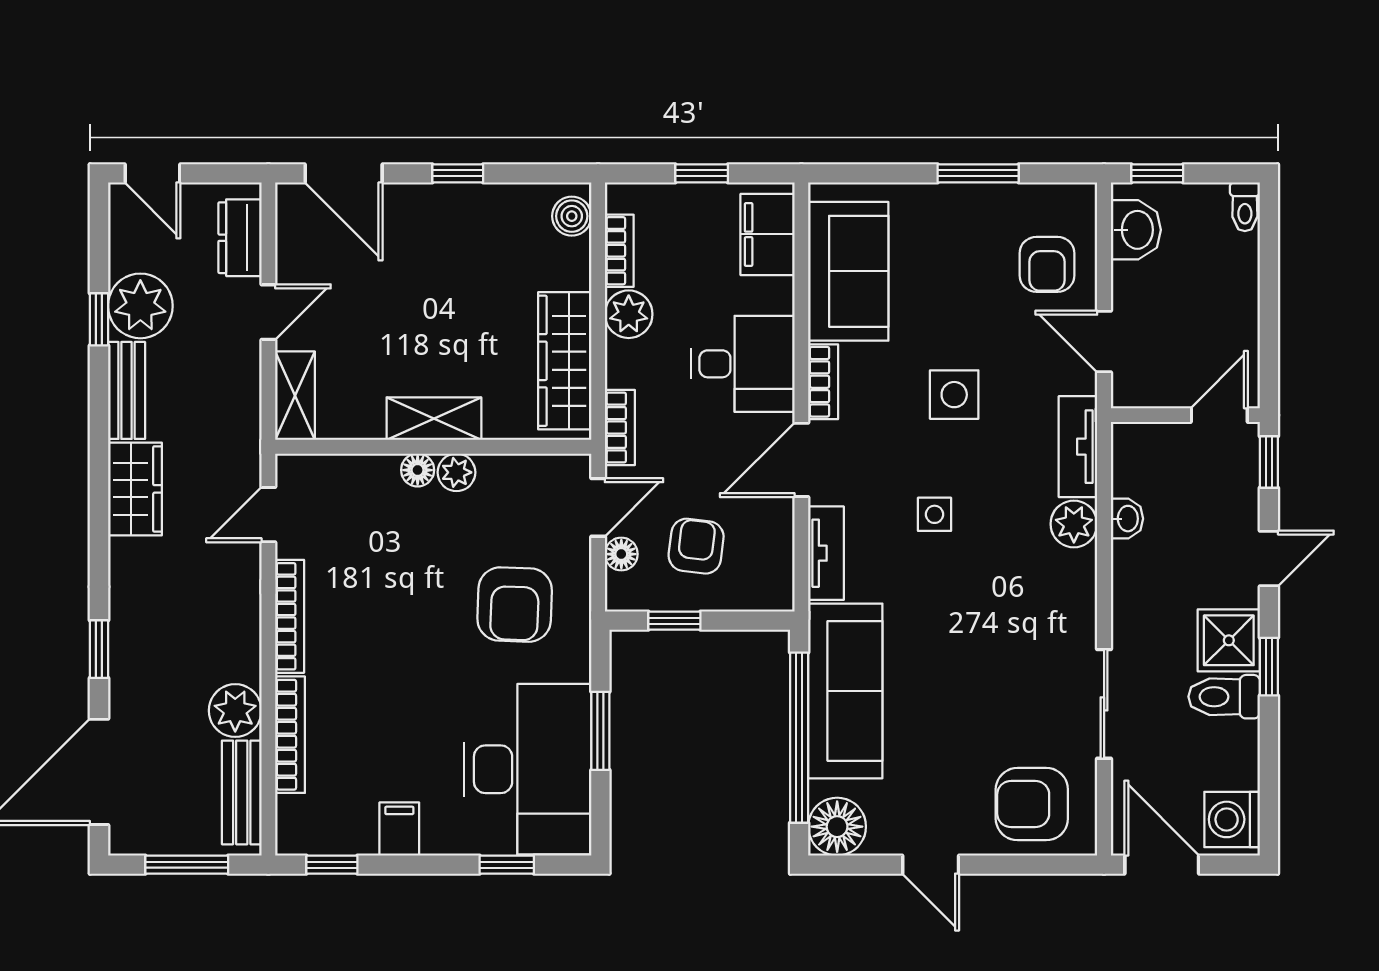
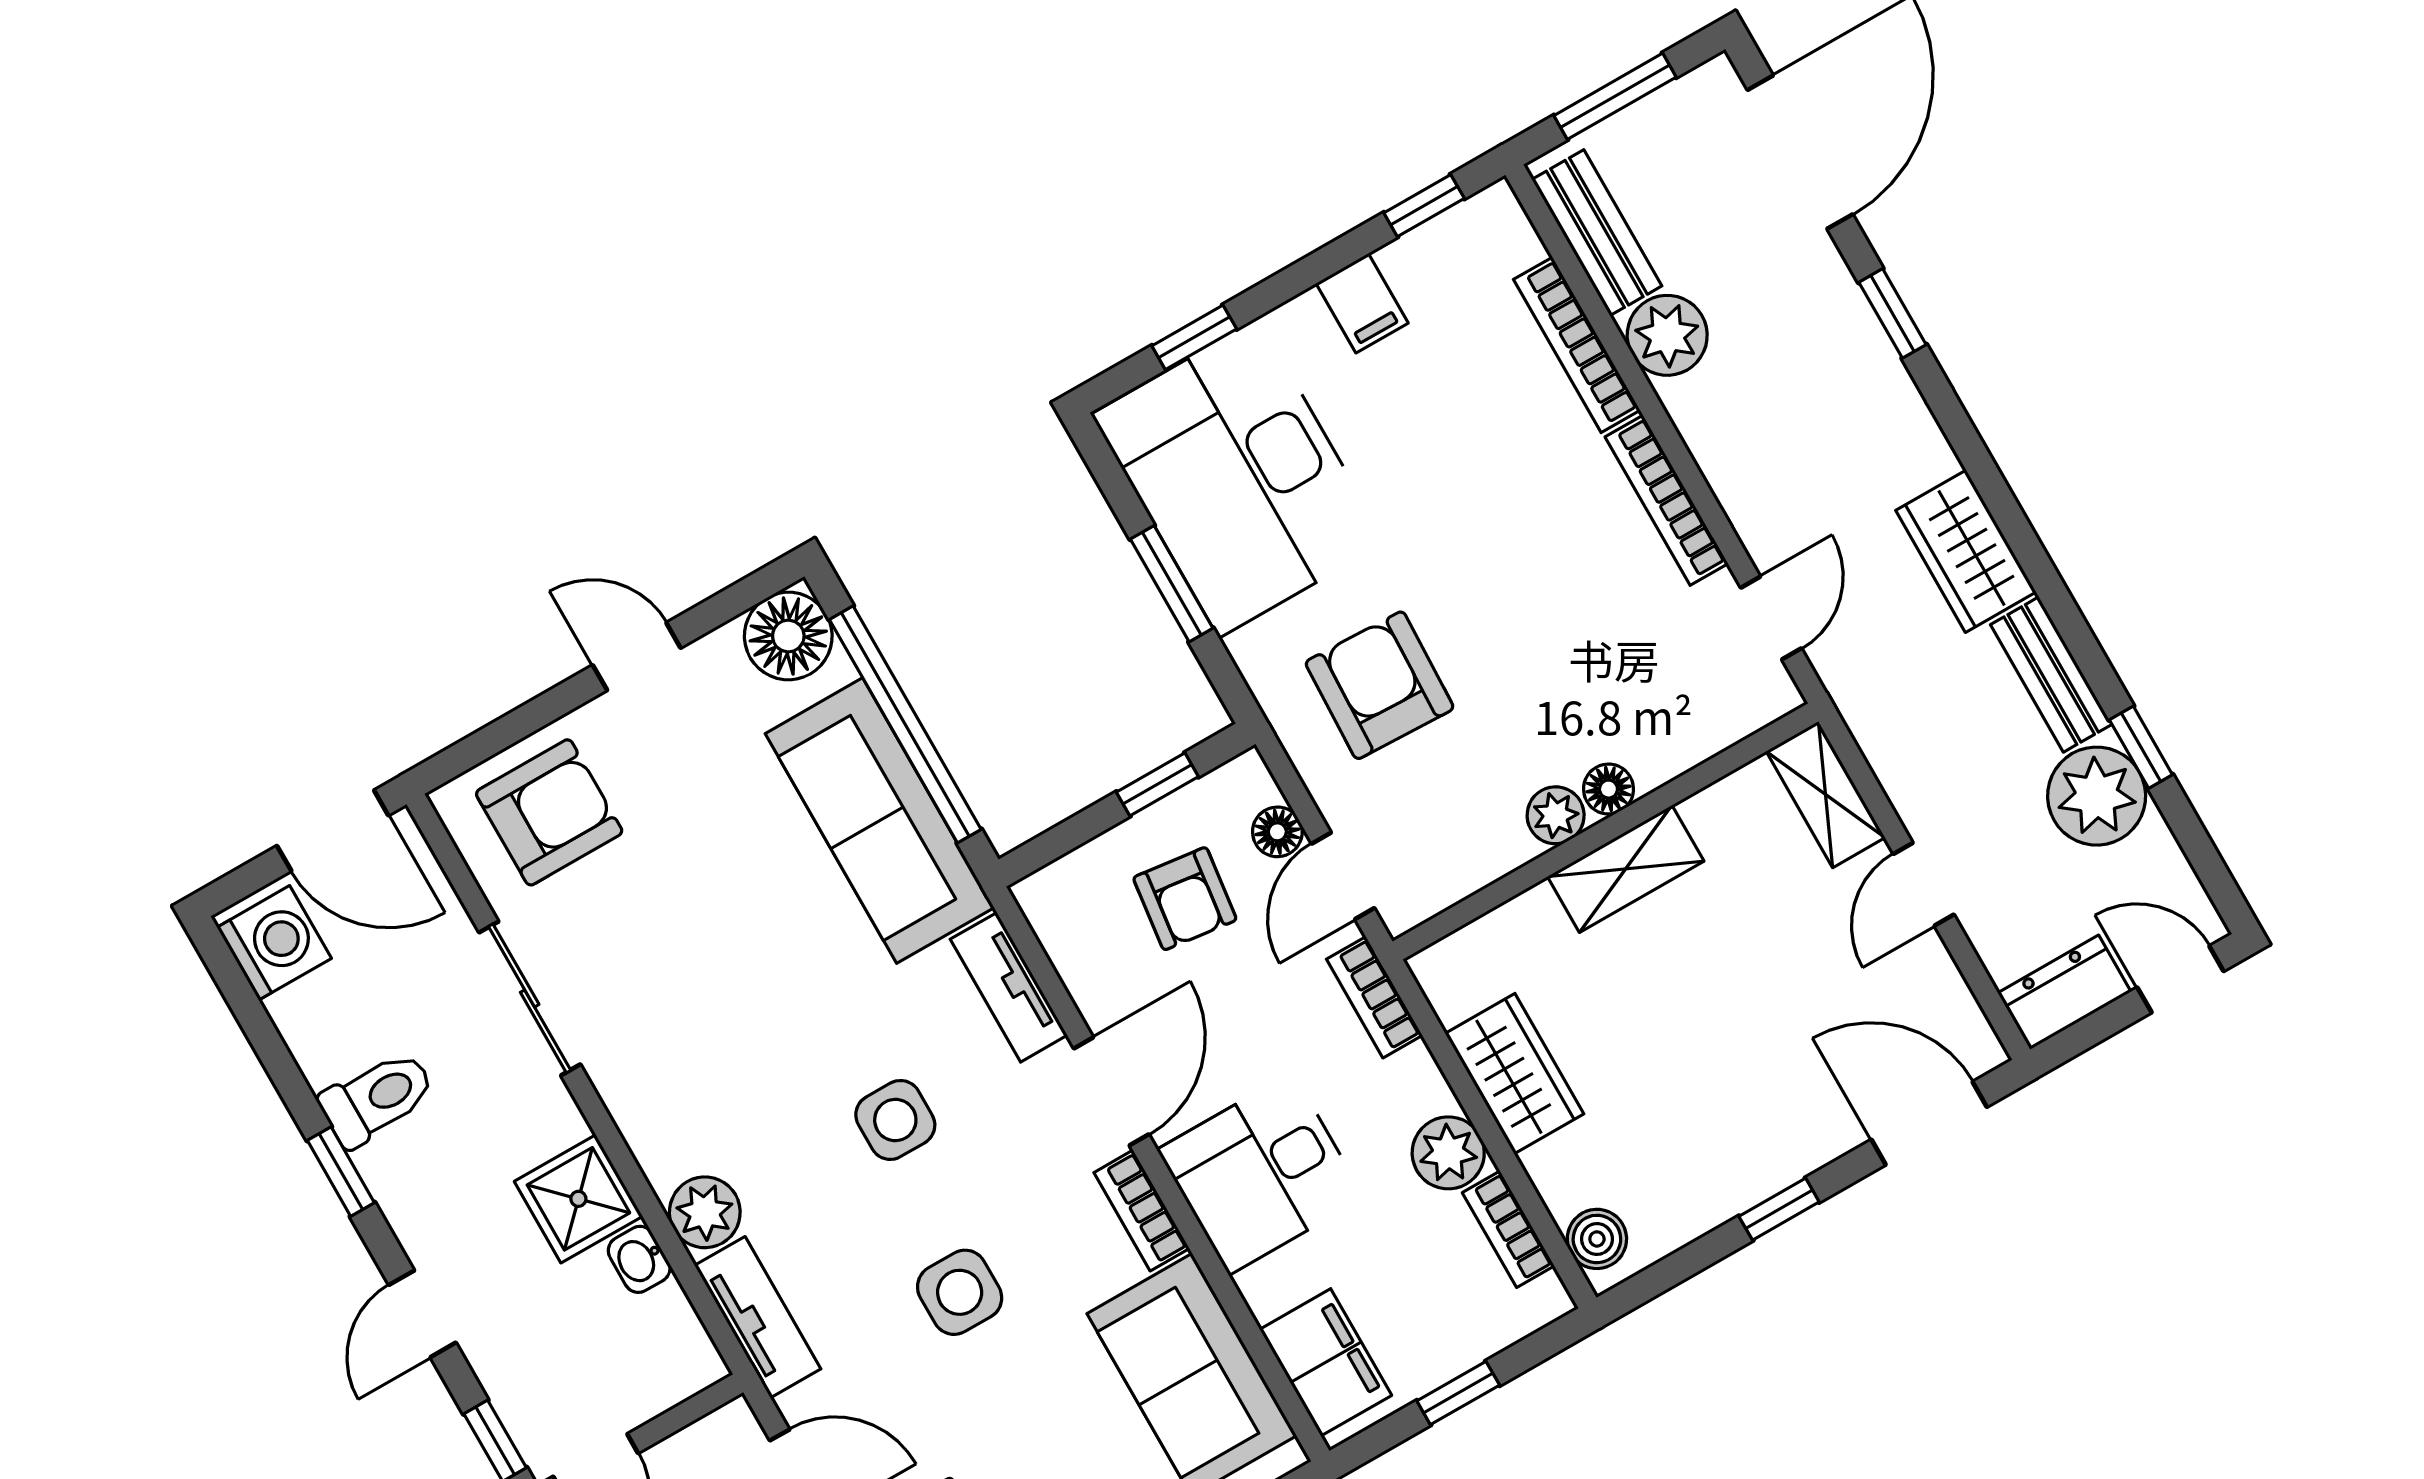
dresser: (240, 238) -> (2064, 992), moved, turned -90
wardrobe: (565, 361) -> (1514, 1074), width x0.67
side table: (934, 514) -> (895, 1120), width x1.37, depth x1.37
shower: (1229, 640) -> (578, 1199), moved

